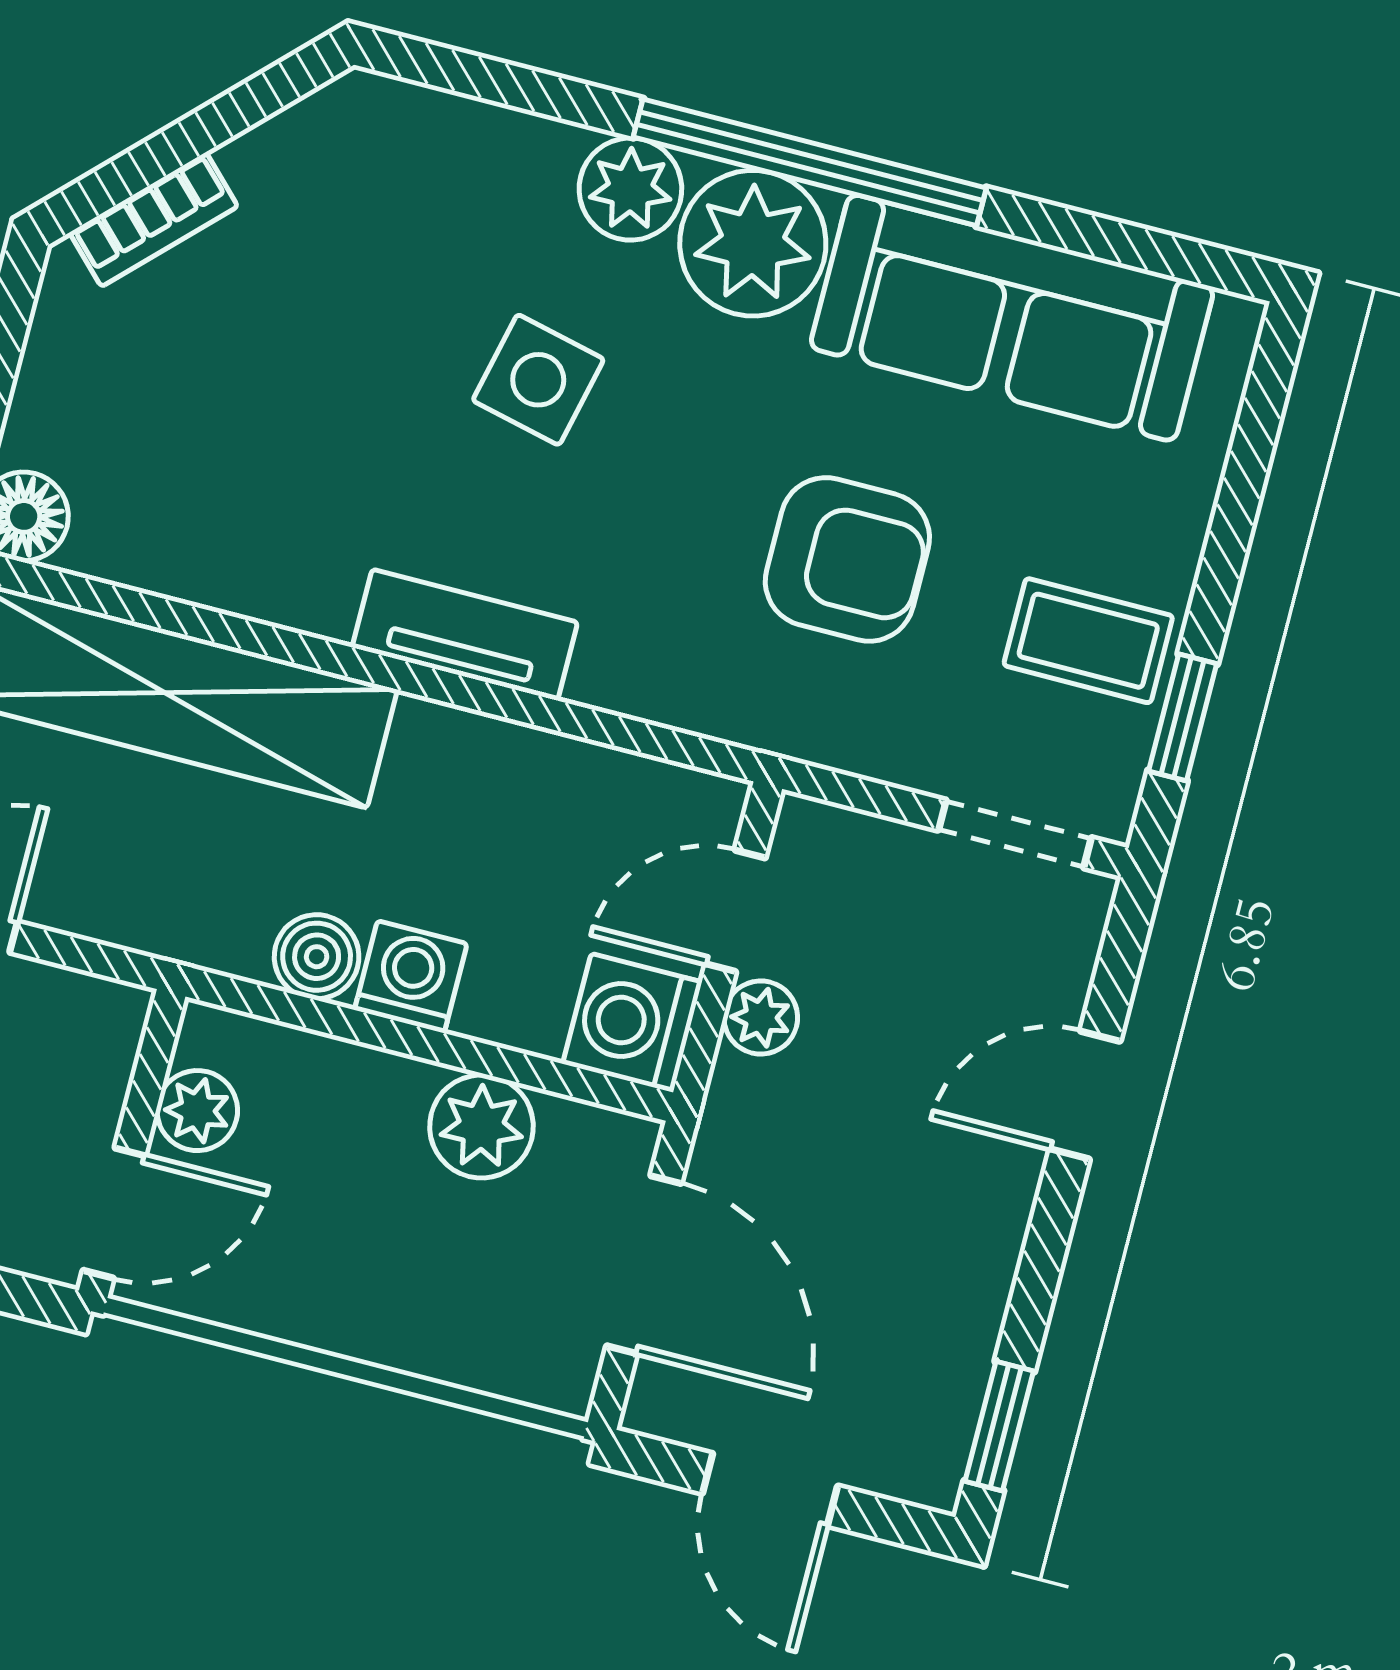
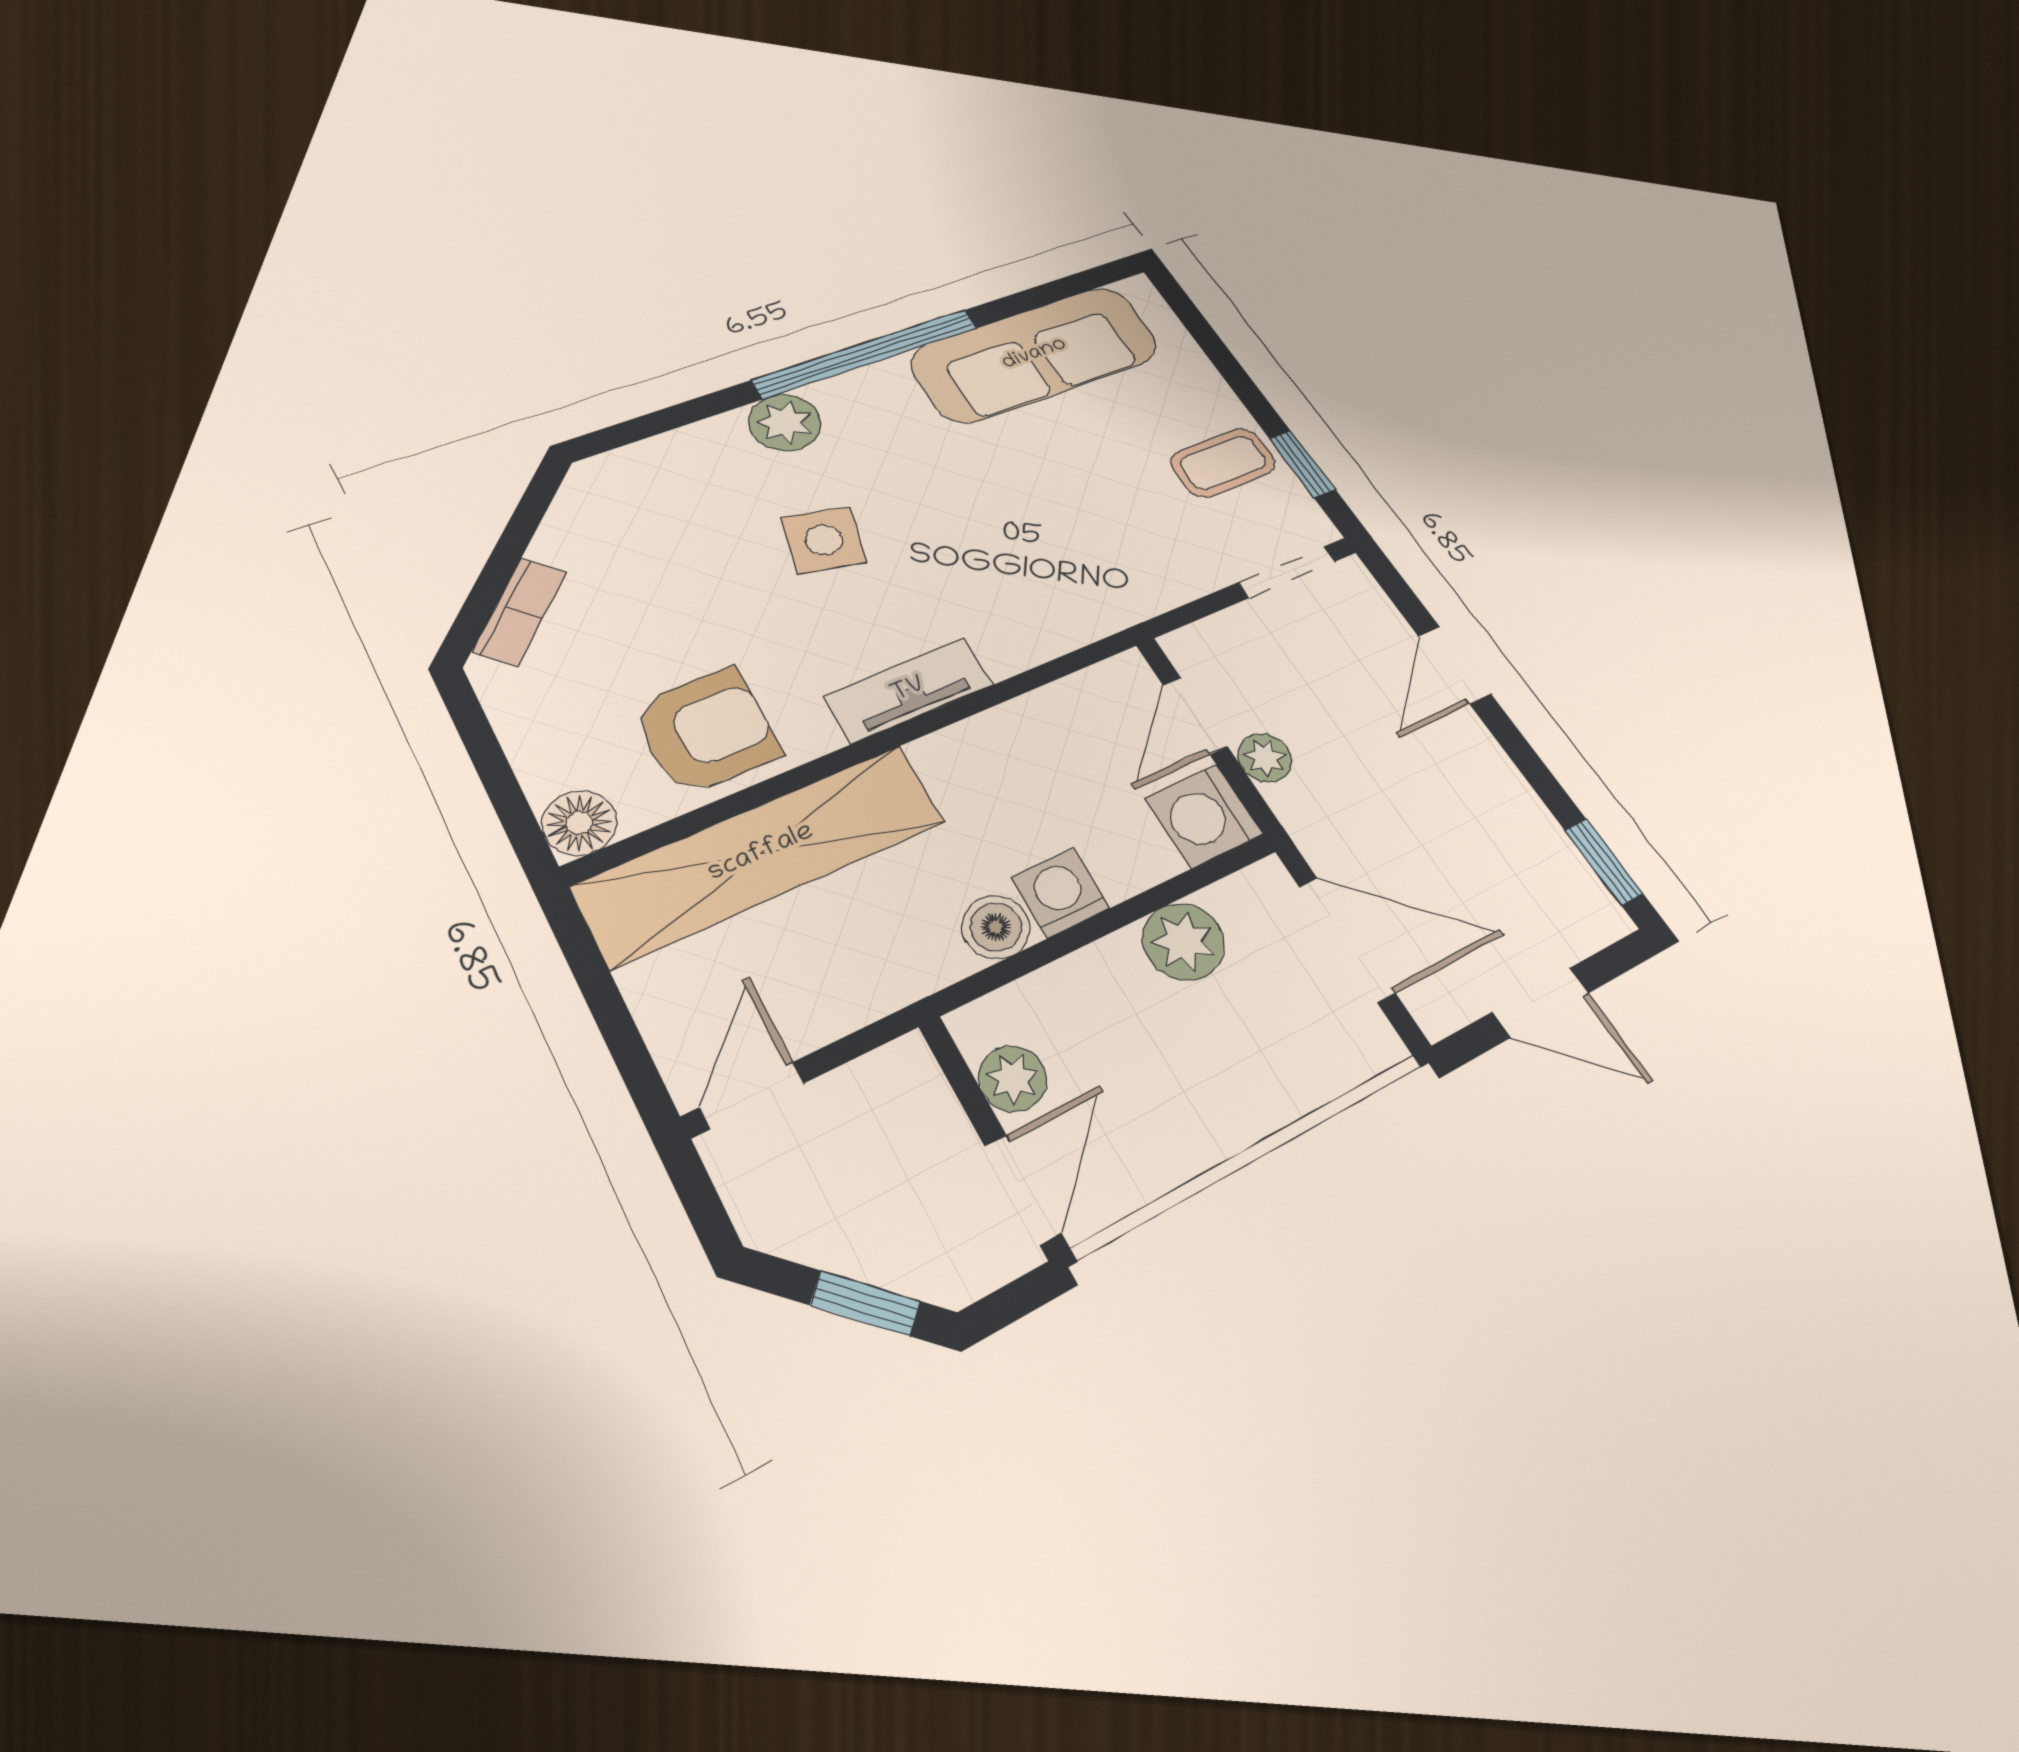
plant: (753, 243) -> (874, 405), removed
armchair: (847, 559) -> (706, 731), moved

